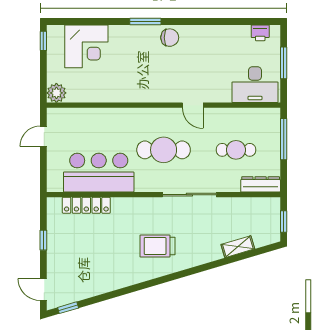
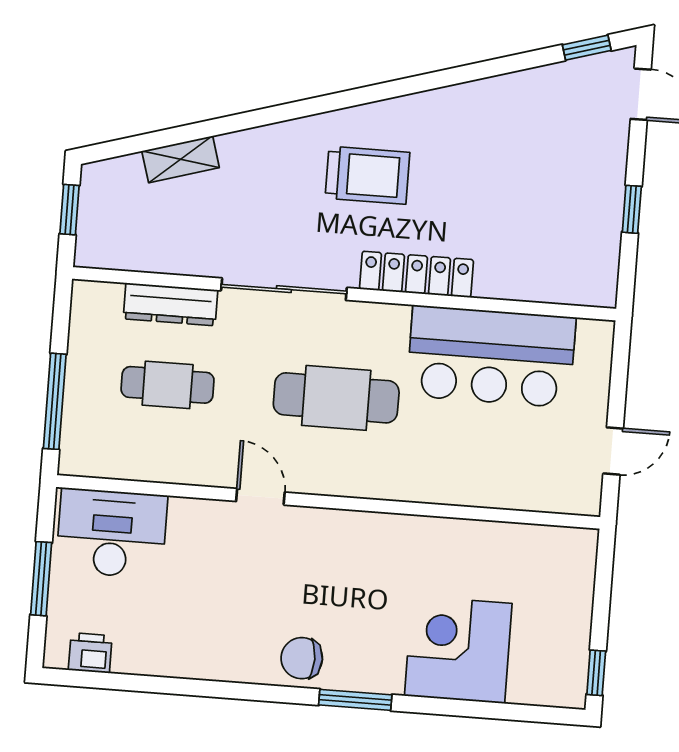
corner desk: (86, 46) -> (458, 650), moved
plant: (56, 93) -> (575, 549), removed
dresser: (261, 184) -> (170, 304), moved
locker: (86, 205) -> (416, 274), moved

